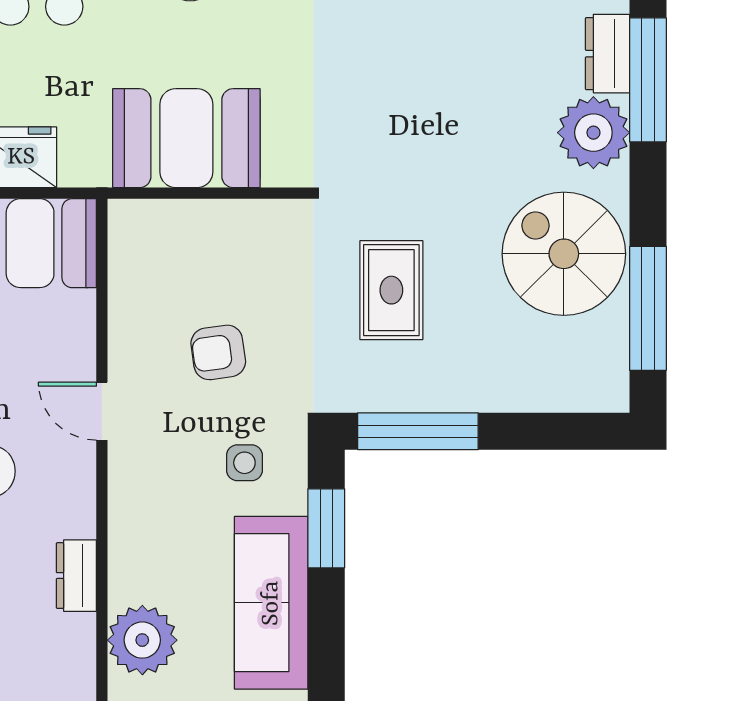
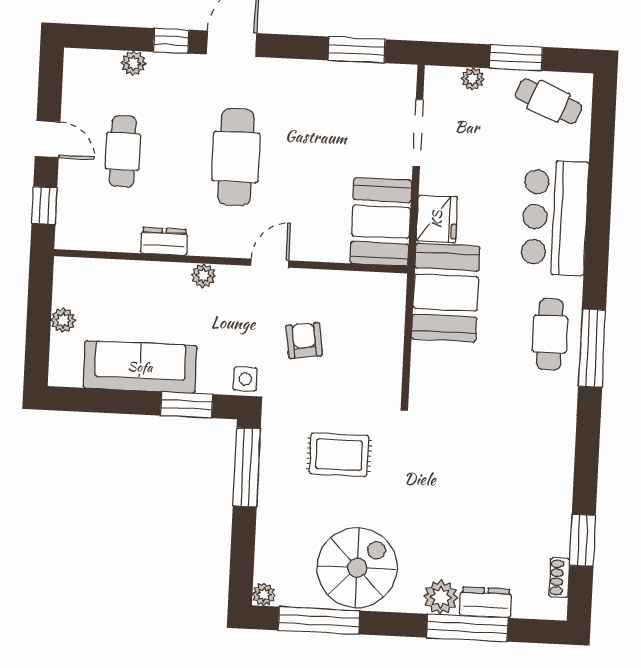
plant: (593, 133) -> (441, 597), width x0.73, depth x0.73
booth: (186, 138) -> (446, 293), moved
plant: (612, 395) -> (264, 594), added
side table: (244, 463) -> (245, 379), moved
plant: (142, 640) -> (203, 276), moved, width x0.53, depth x0.53

